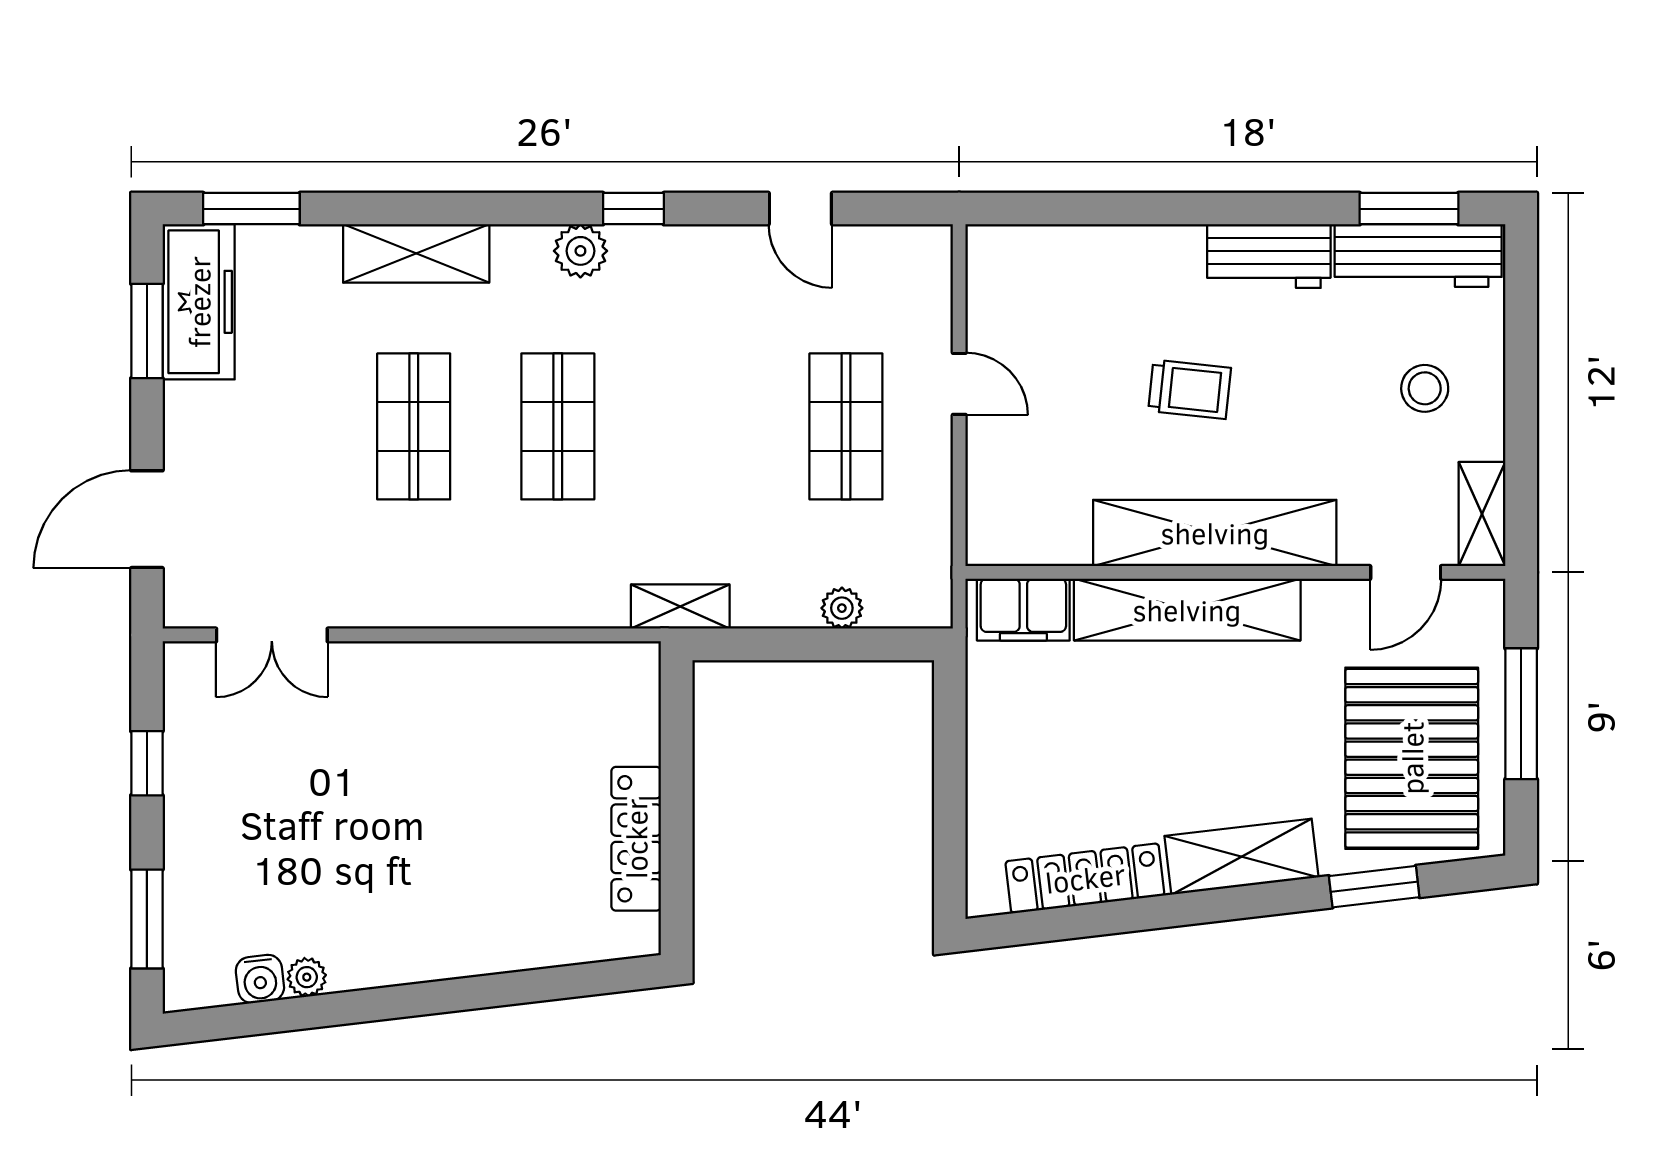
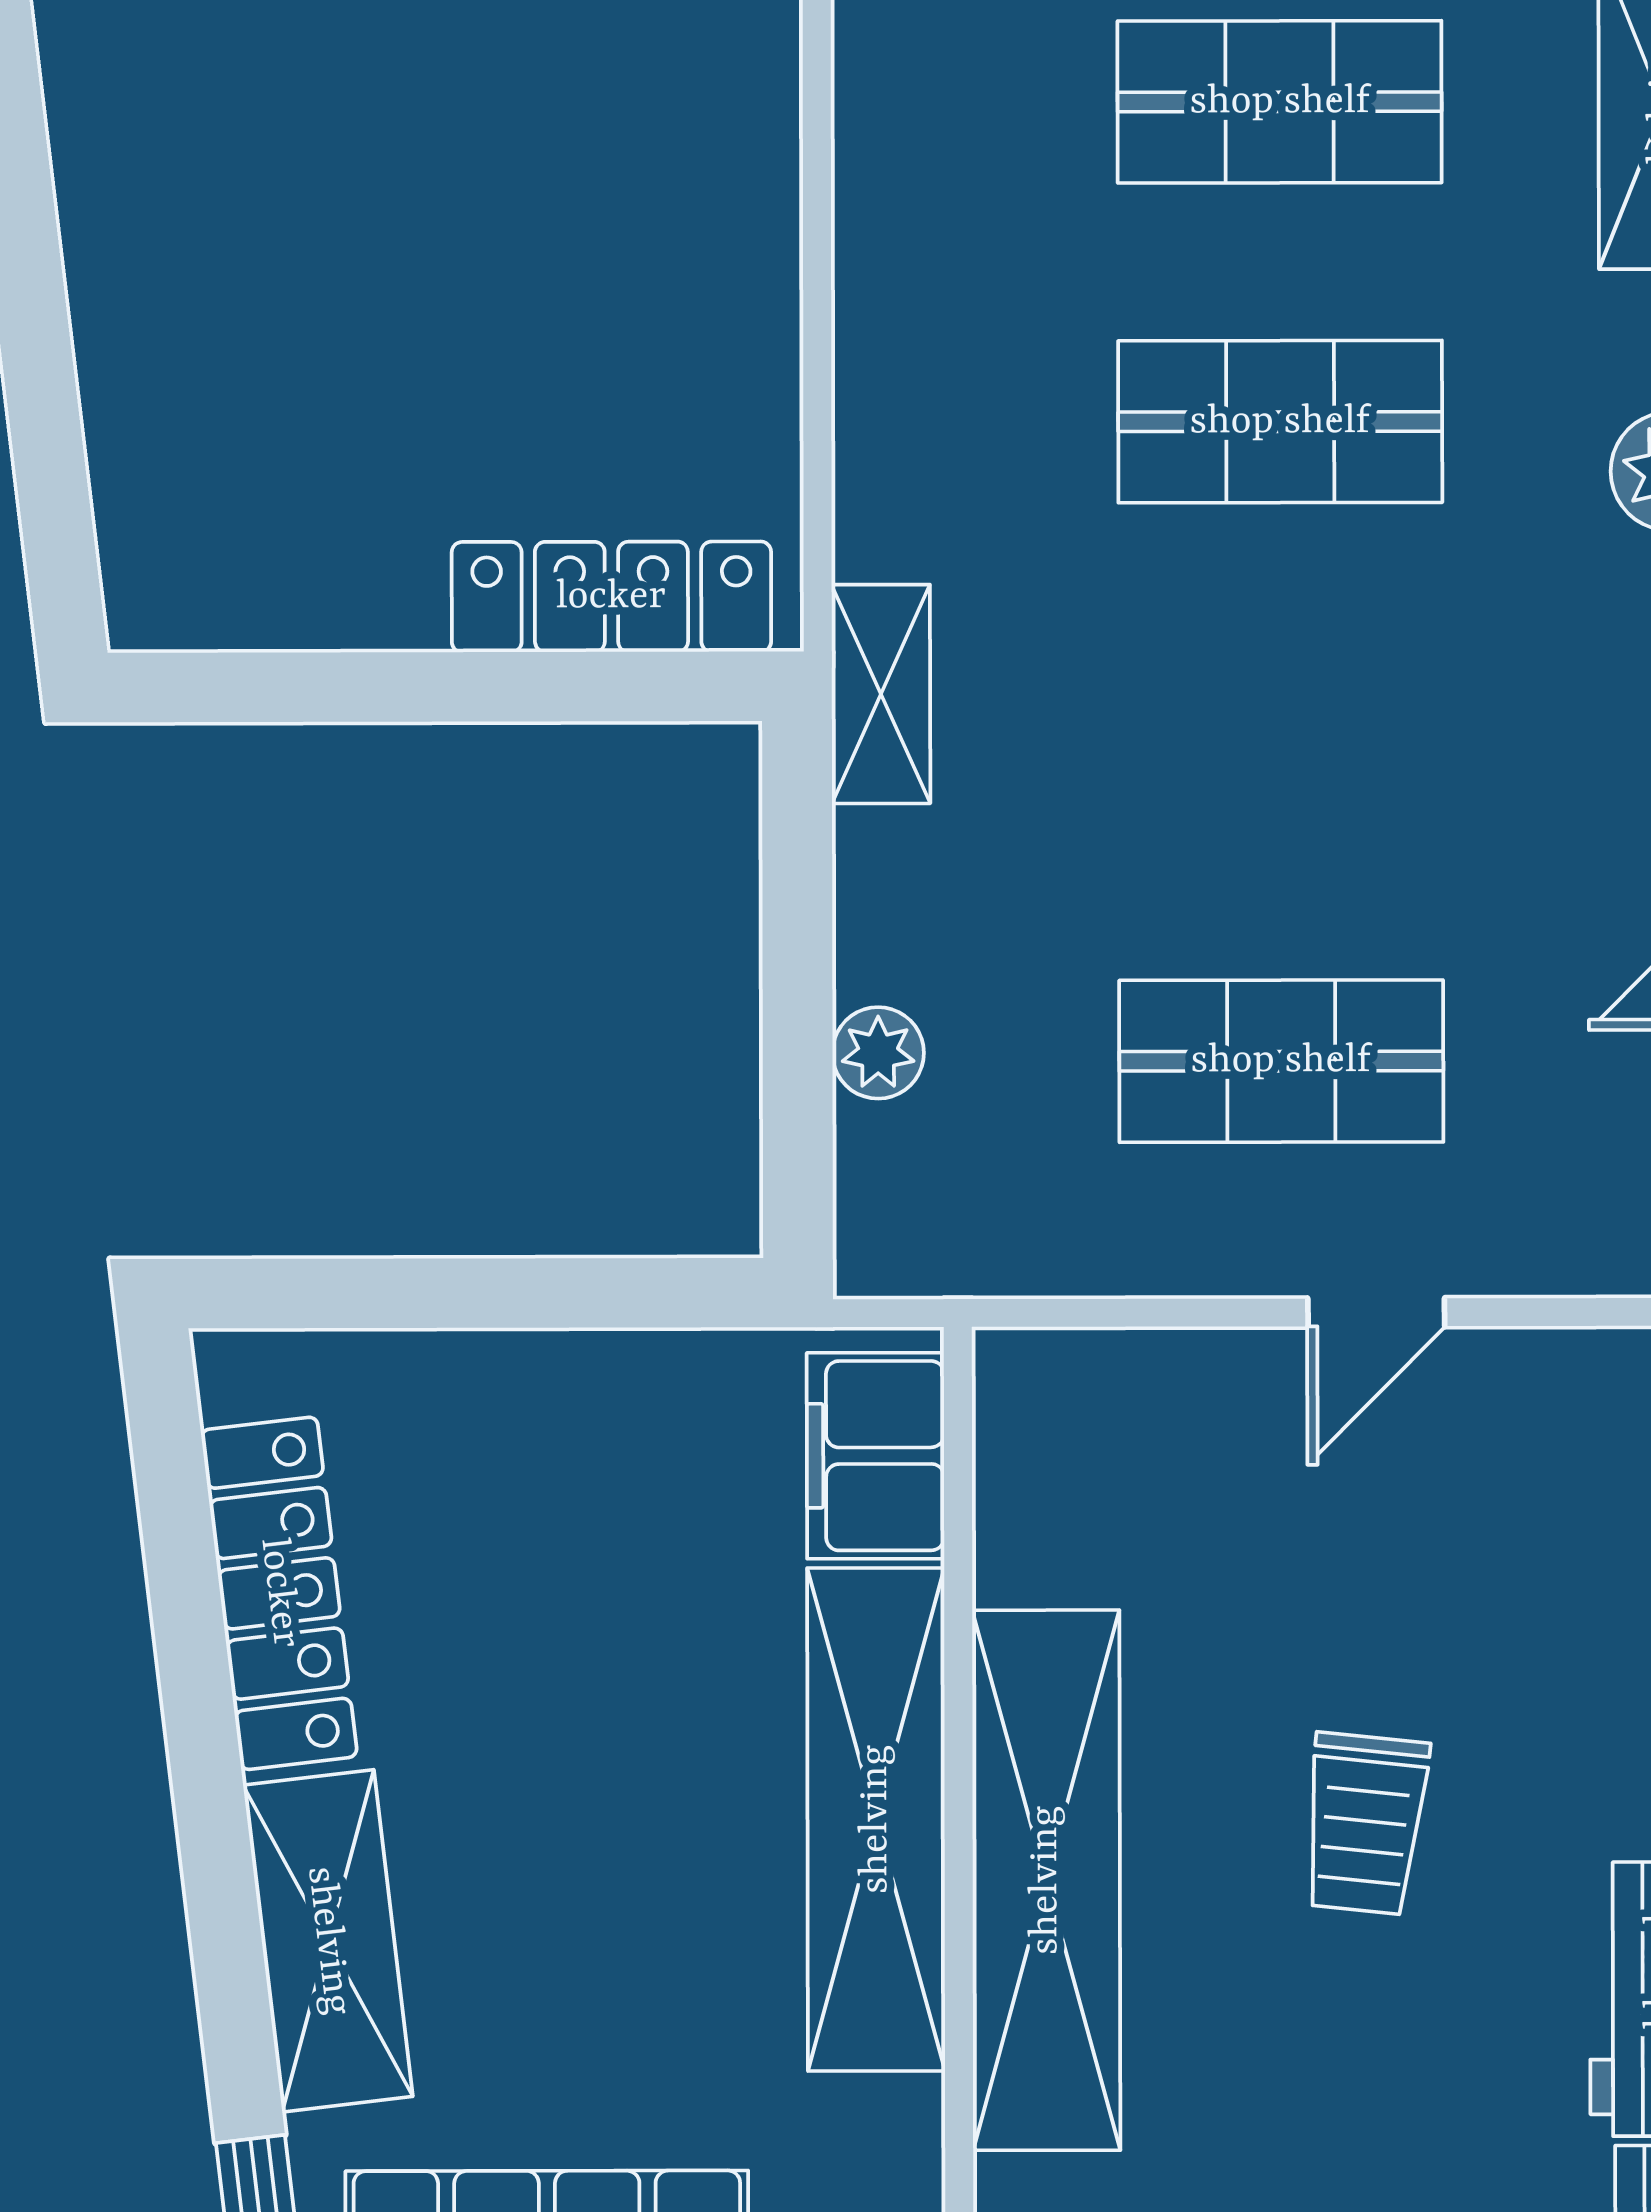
locker: (636, 839) -> (611, 597), moved

